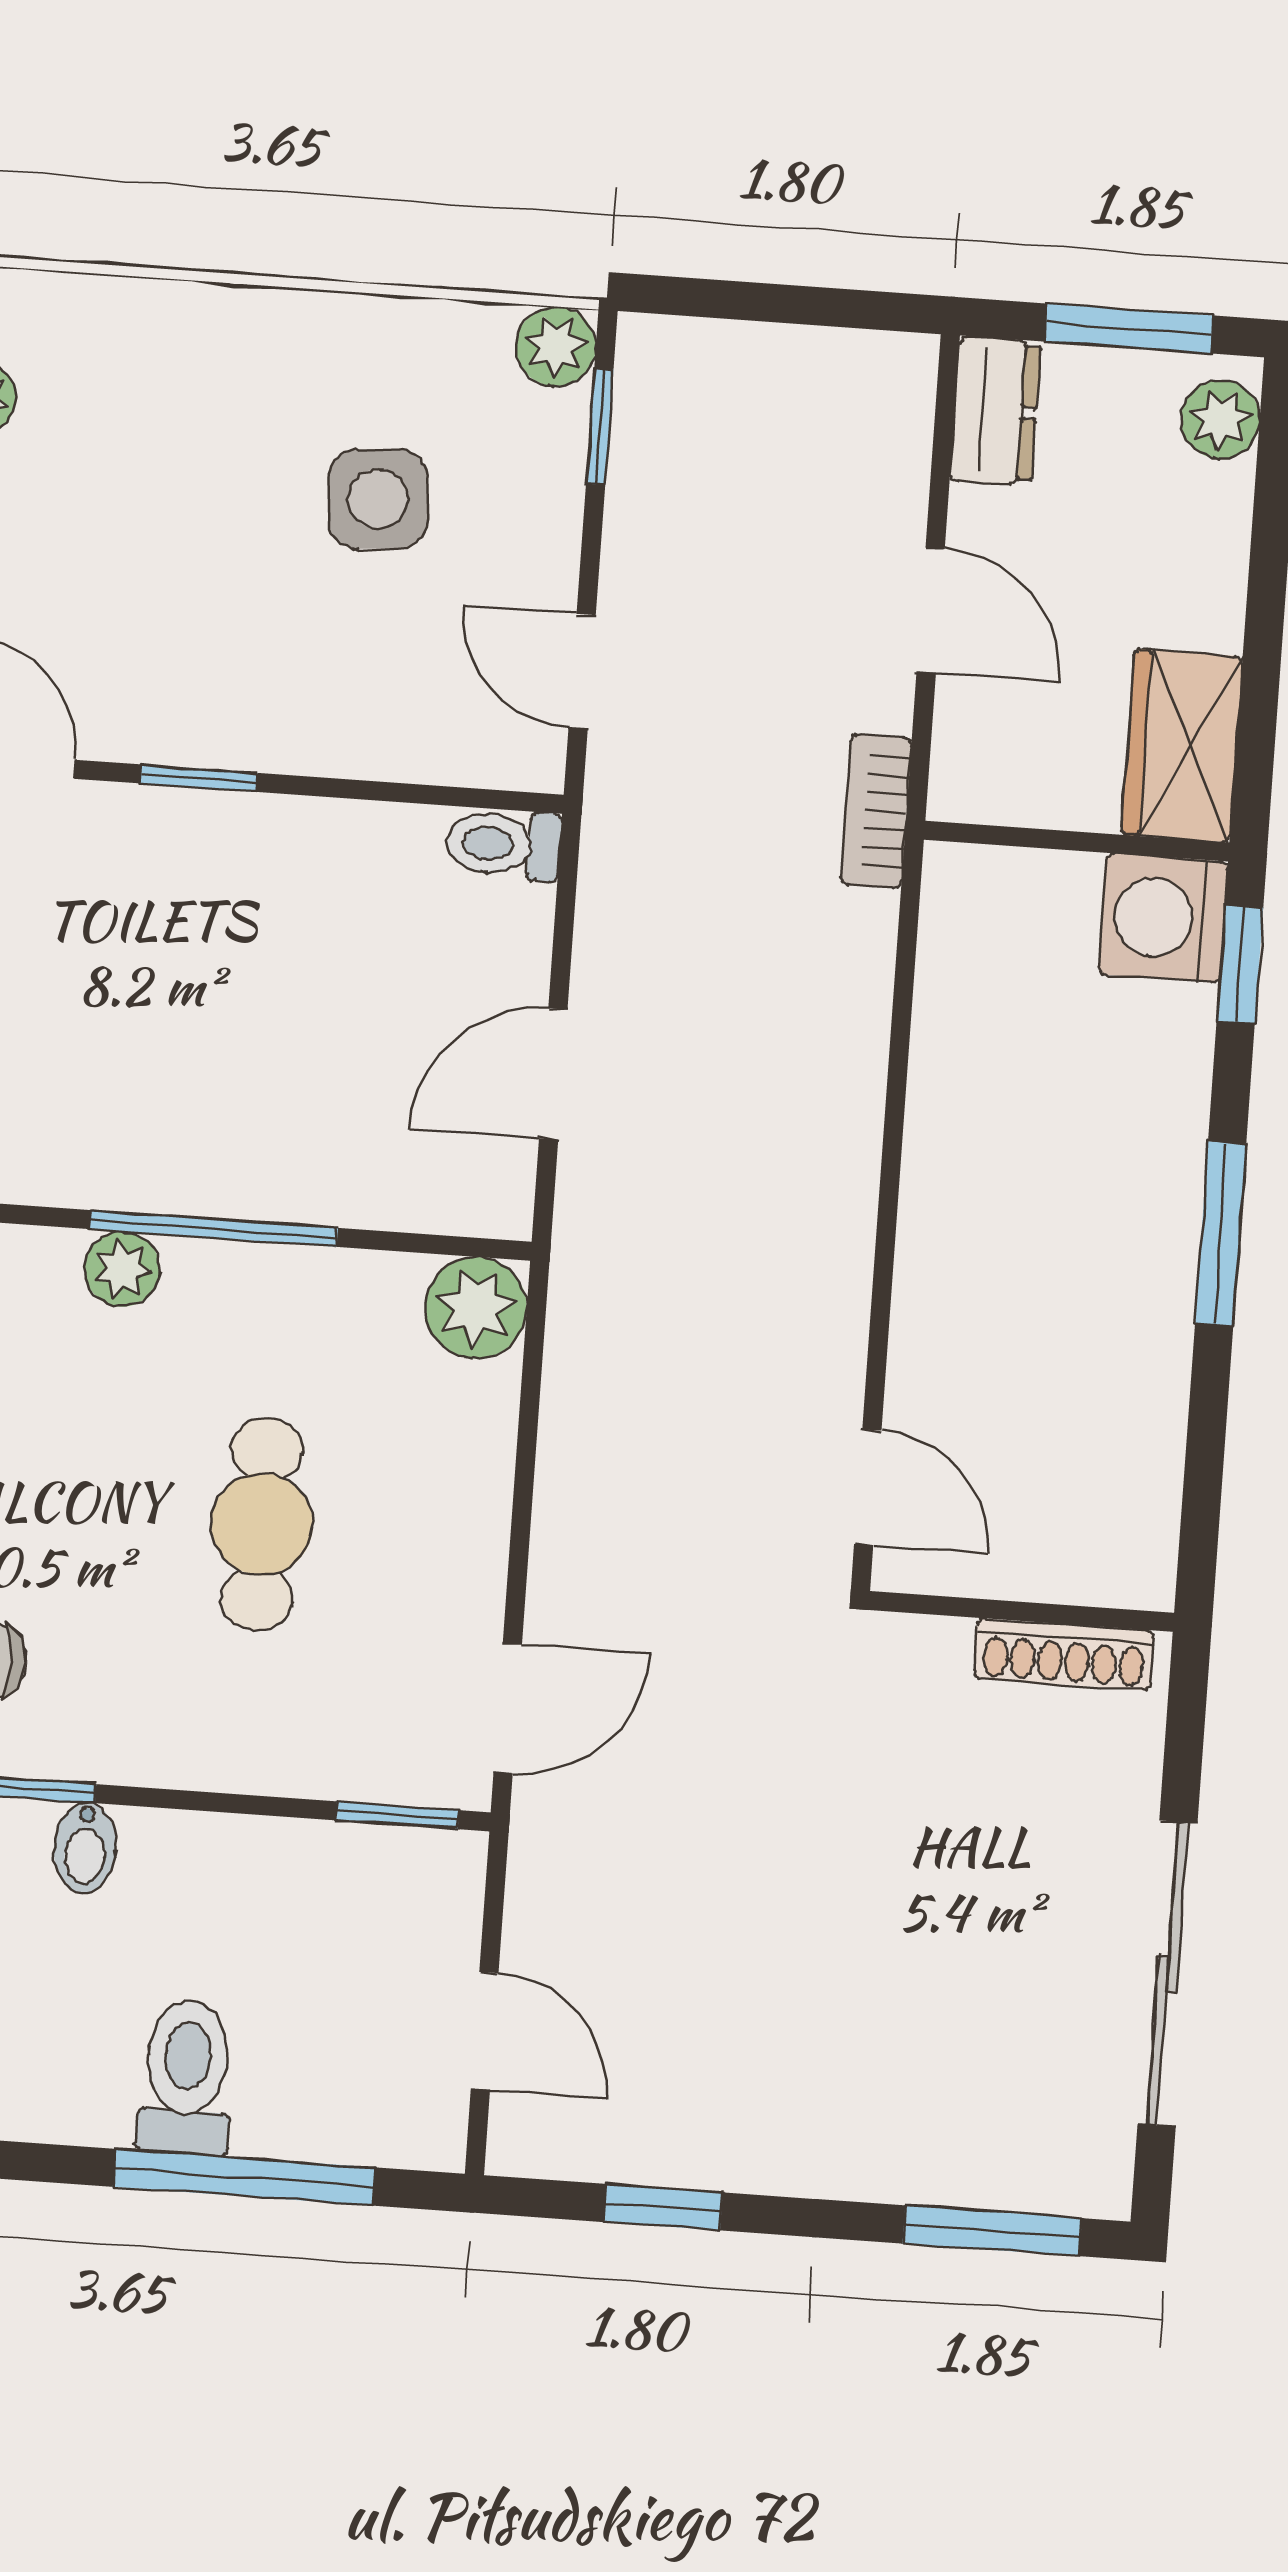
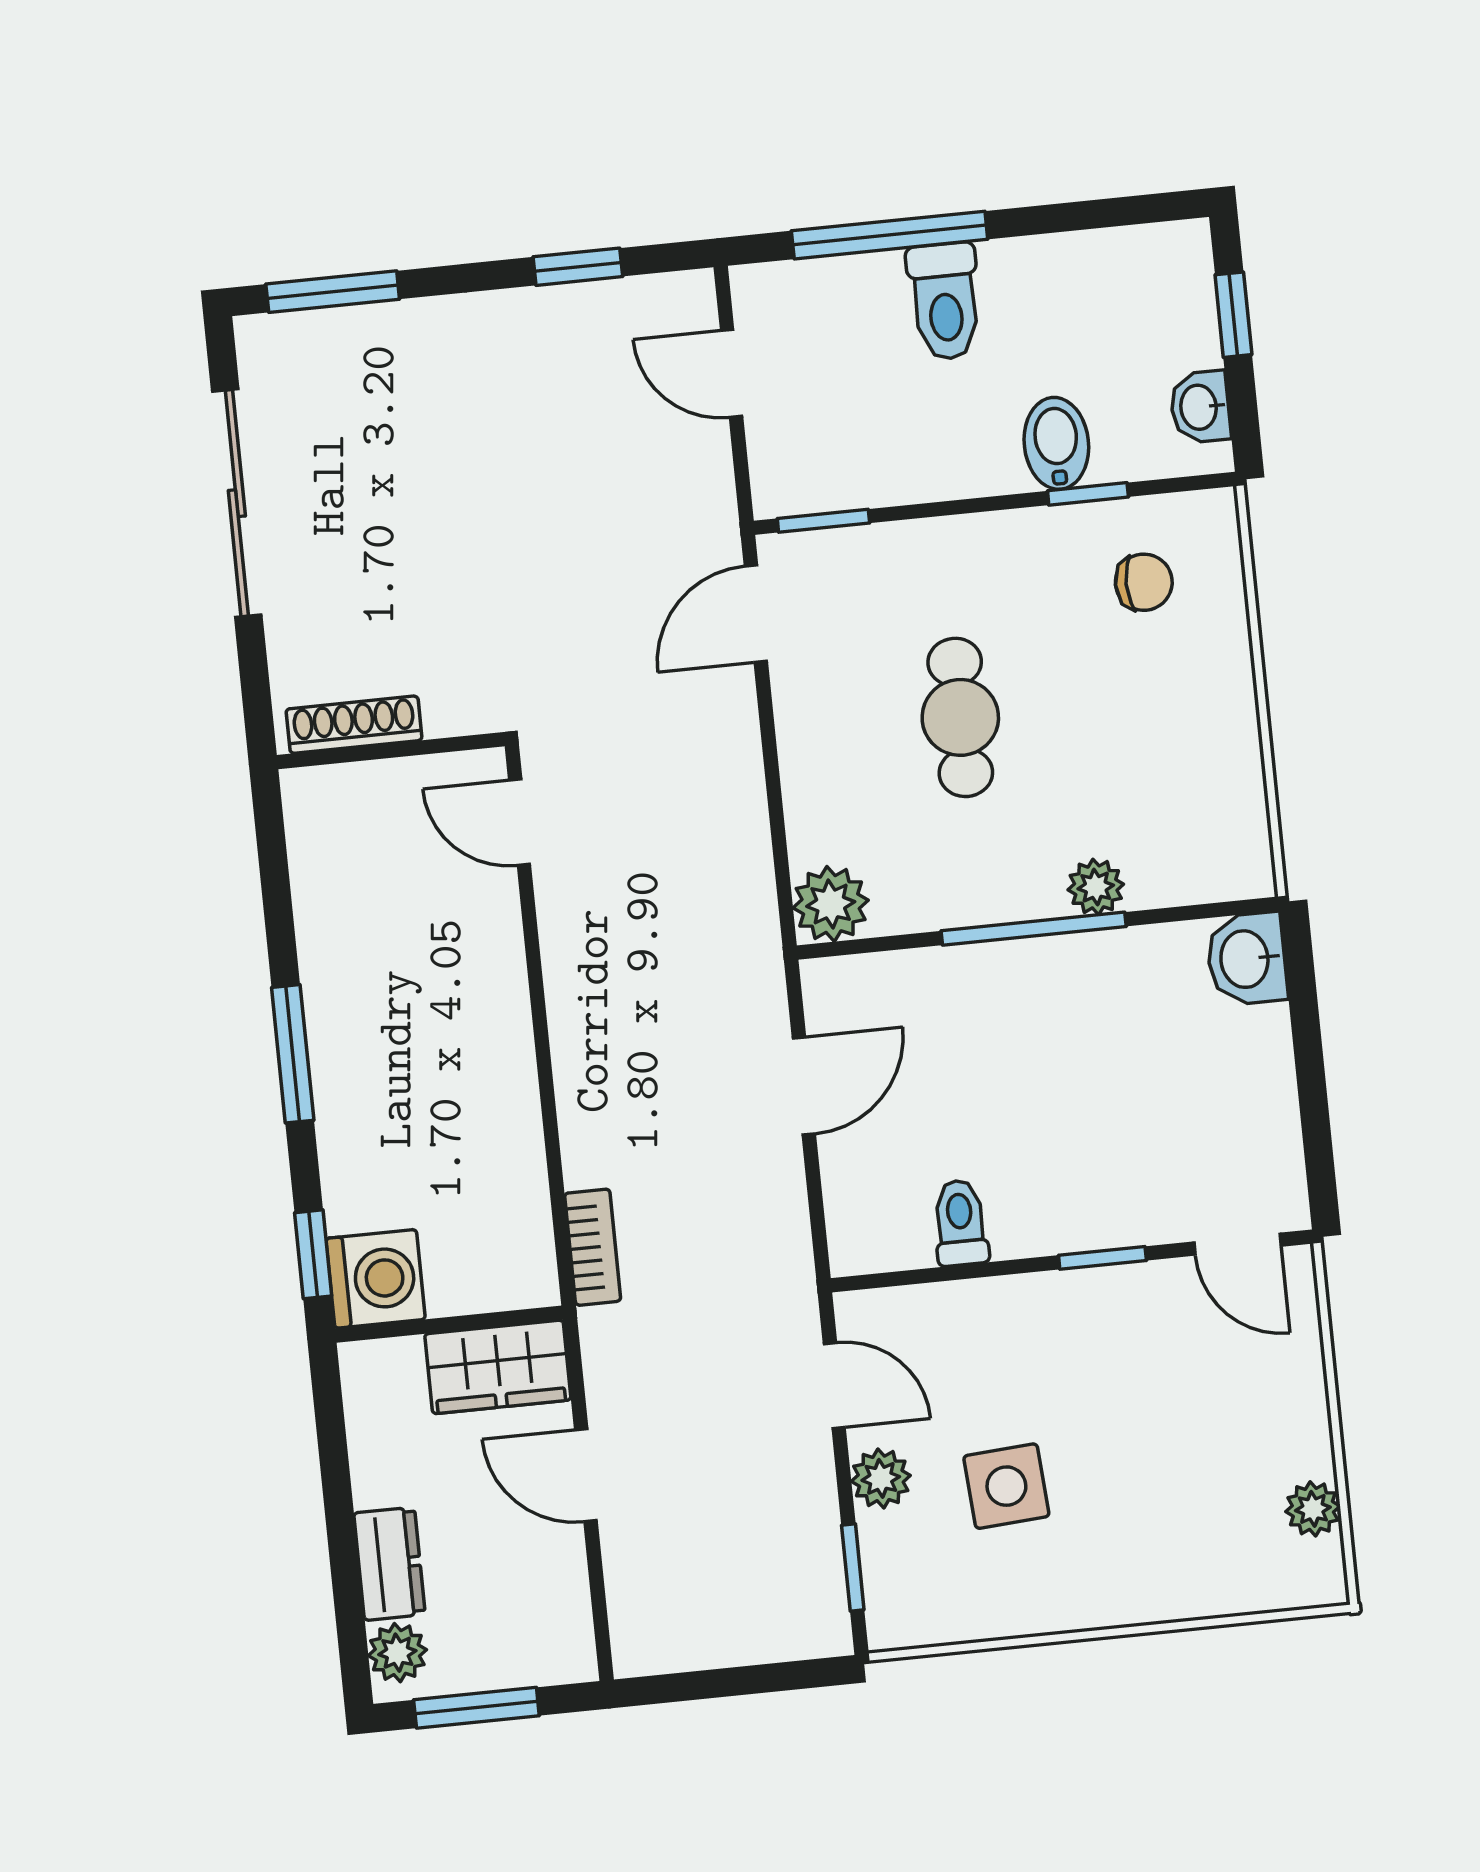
plant: (556, 347) -> (881, 1478), moved
dresser: (995, 411) -> (389, 1564), moved, turned 180
wardrobe: (1182, 746) -> (498, 1367), moved, turned 90
bookcase: (876, 811) -> (593, 1247), moved
toilet: (504, 844) -> (960, 1223), moved, turned -90
bidet: (85, 1848) -> (1056, 443), width x1.38, depth x1.36

